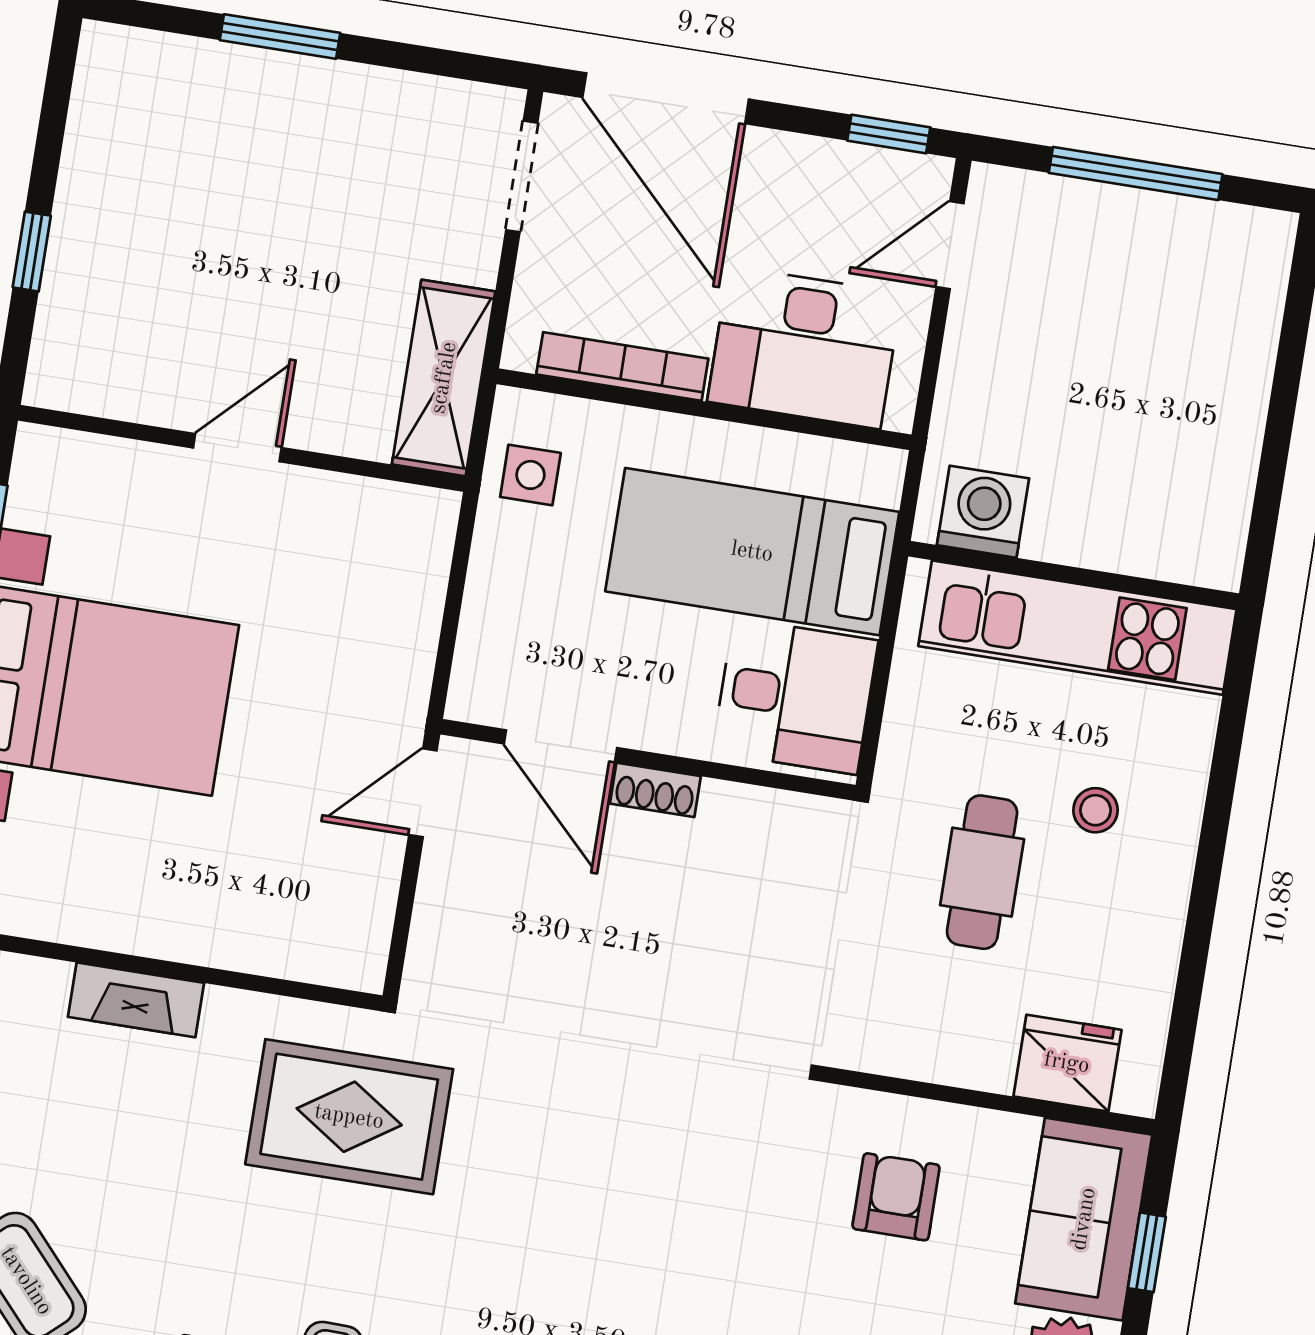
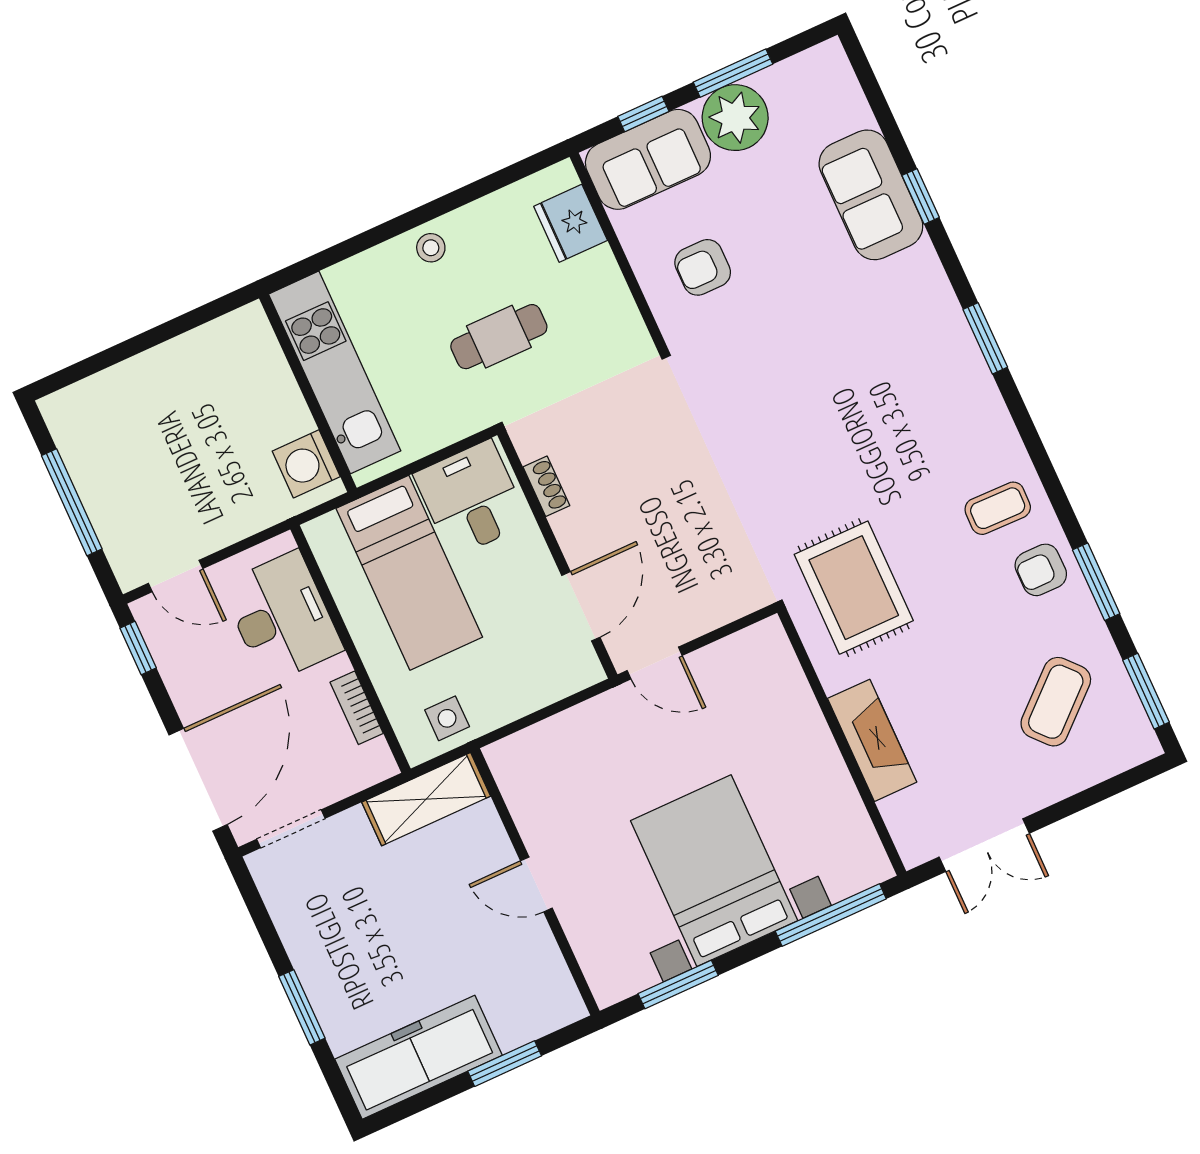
freezer: (114, 145) -> (419, 1057), added
window: (32, 252) -> (505, 1064), width x1.50
bookcase: (622, 366) -> (357, 708), width x0.64
shoe rack: (655, 790) -> (546, 486), moved
stool: (1096, 810) -> (431, 248), moved
fireplace: (136, 1000) -> (872, 740), width x1.37, depth x1.32

